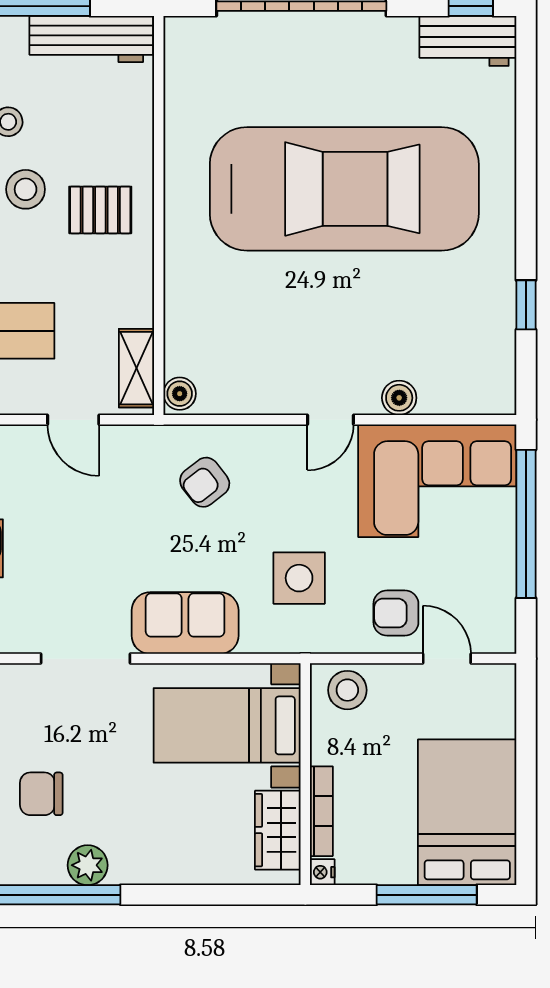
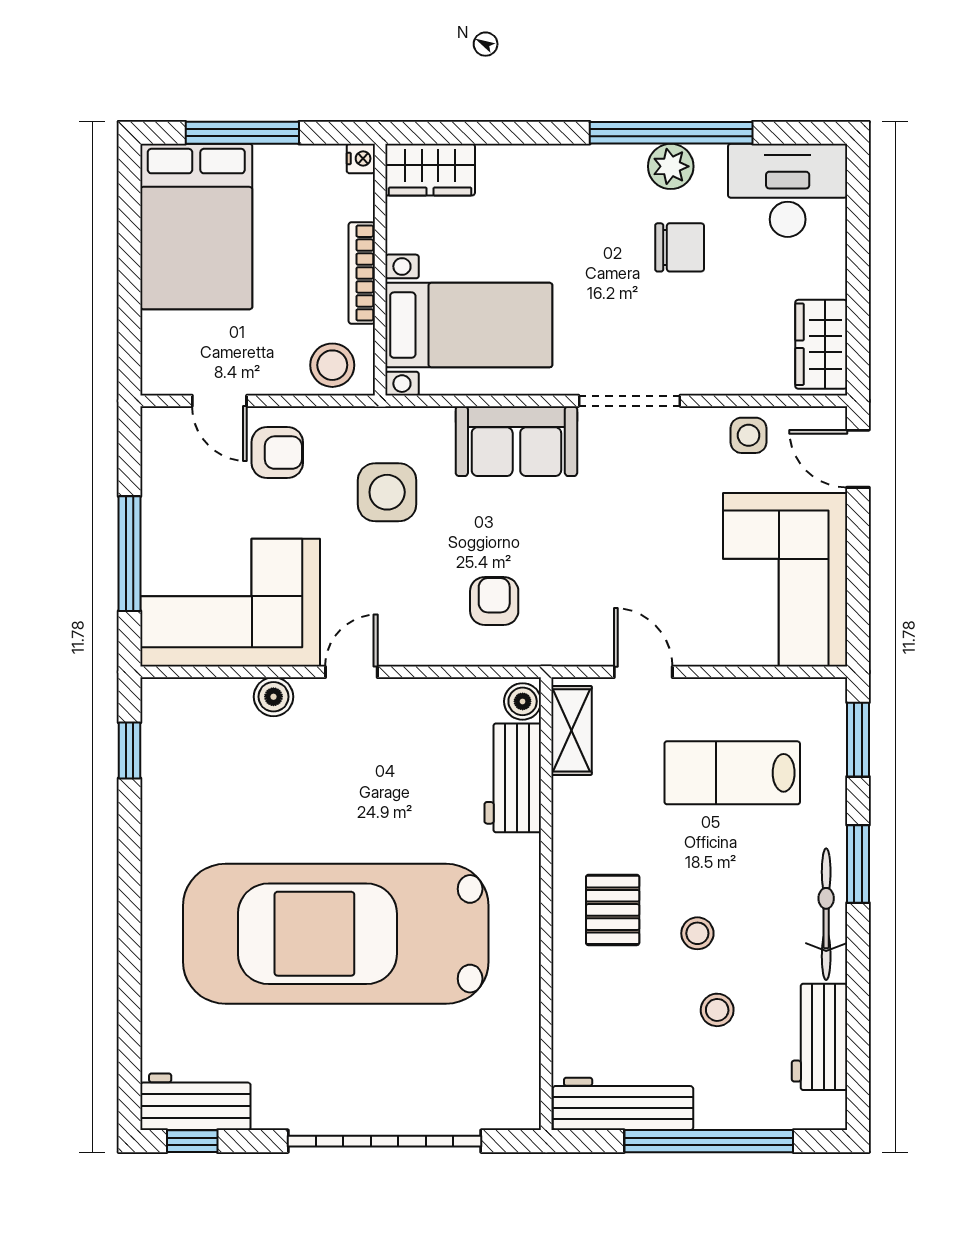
stool: (26, 189) -> (697, 933), width x0.73, depth x0.73
pallet: (100, 210) -> (613, 910), turned 90
window: (526, 305) -> (129, 750), moved
workbench: (188, 326) -> (513, 778), added
armchair: (205, 482) -> (494, 601), turned -52
window: (526, 524) -> (129, 554), width x0.68
bookcase: (321, 811) -> (362, 273), moved
wardrobe: (278, 830) -> (430, 170), moved, turned 90
plant: (88, 865) -> (671, 166), moved

